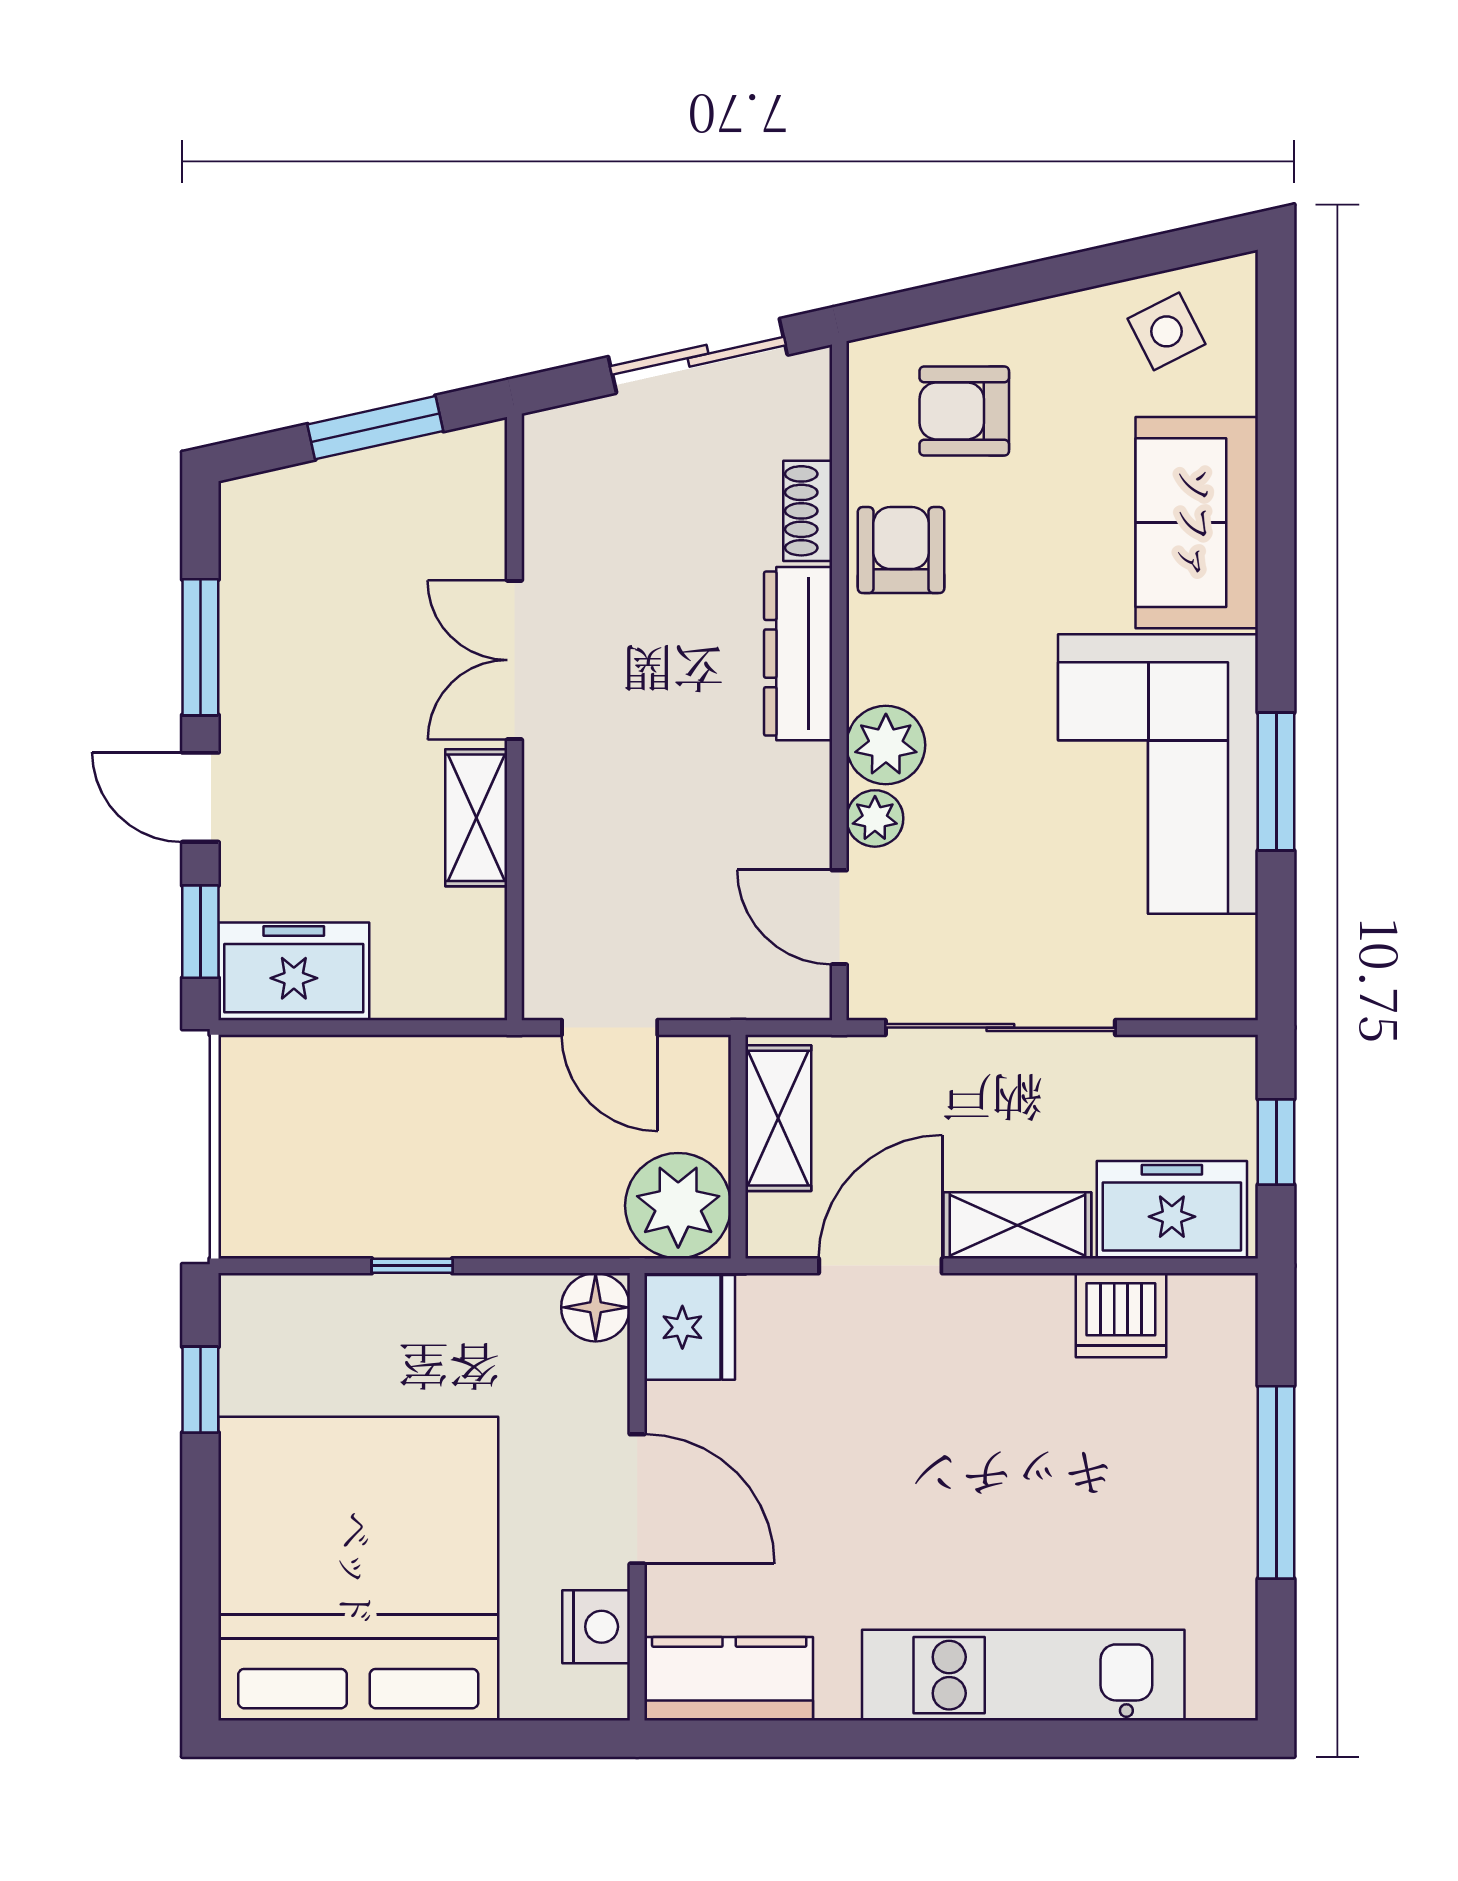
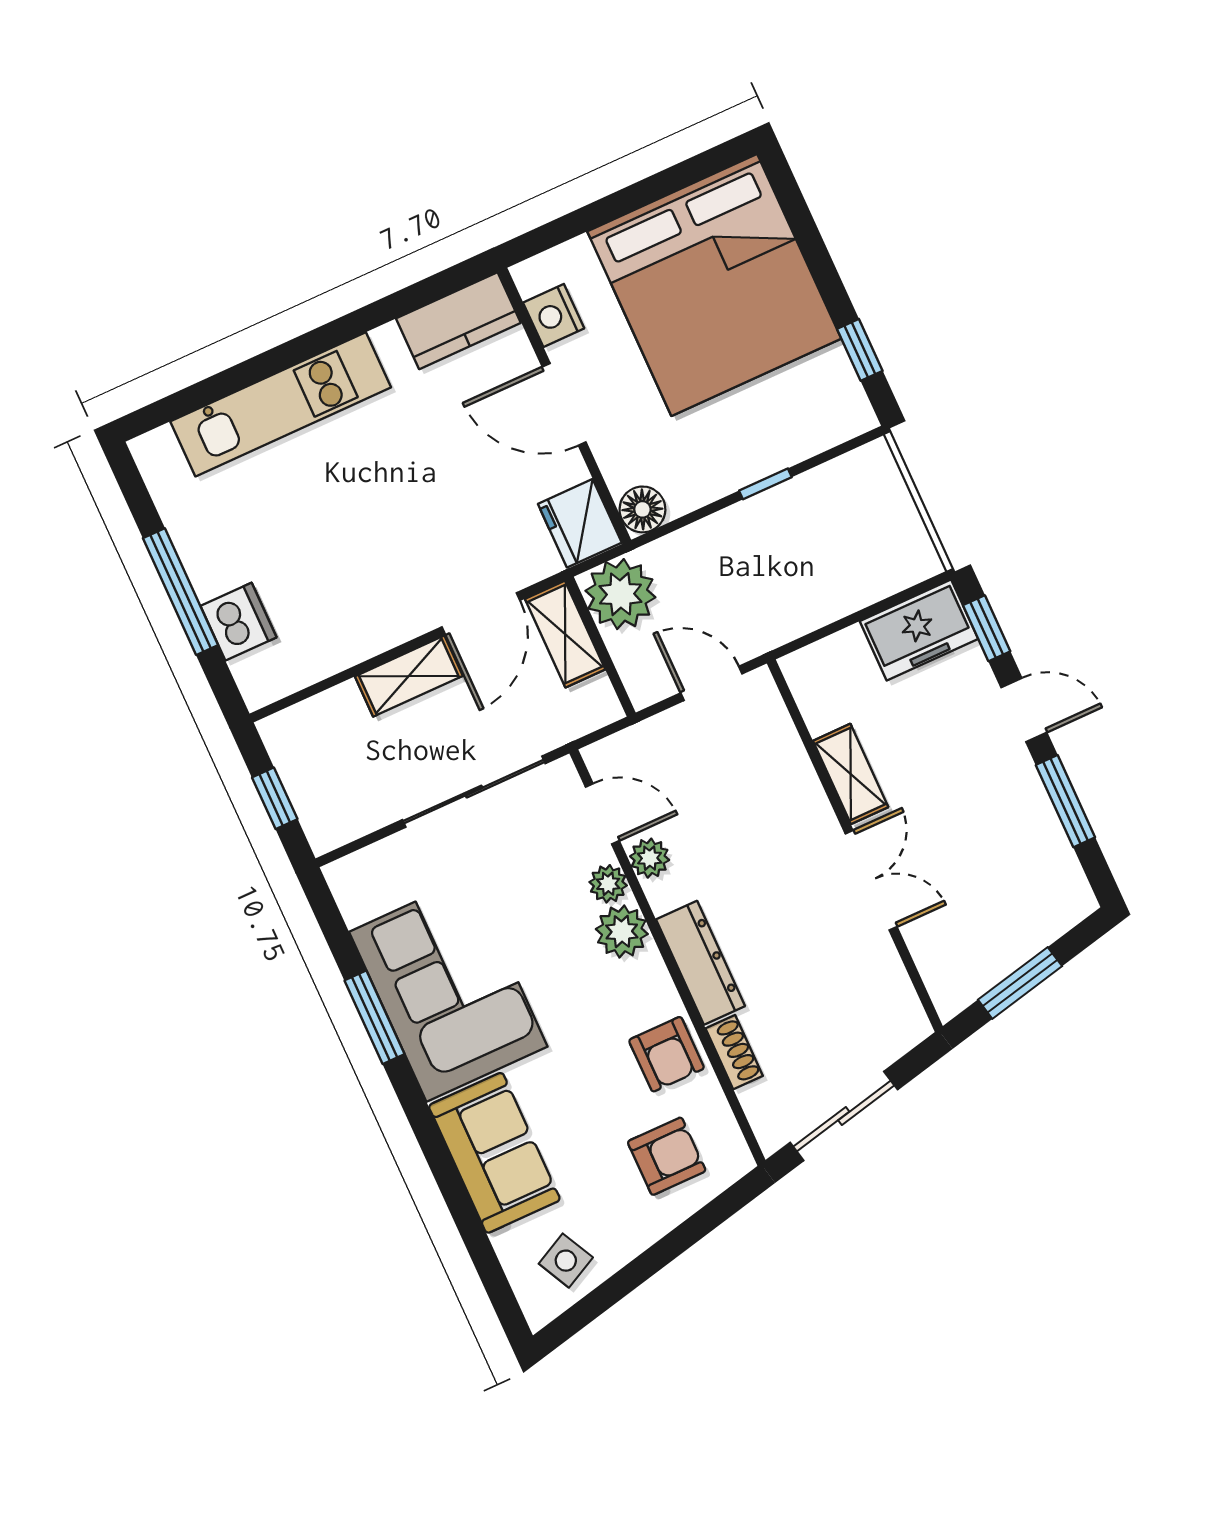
plant: (802, 828) -> (650, 858), added
shelving: (778, 1118) -> (565, 634), moved
freezer: (1172, 1210) -> (319, 728), removed
dishwasher: (1121, 1315) -> (238, 622), moved, turned 90

